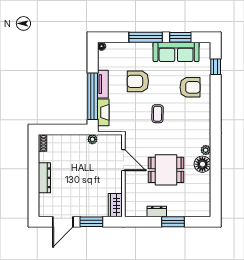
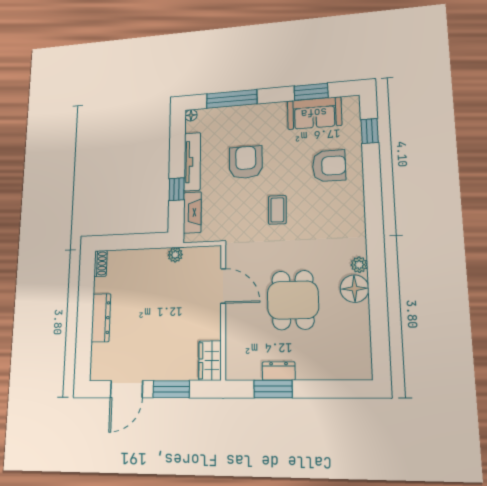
window: (146, 37) -> (232, 99), moved
sofa: (176, 52) -> (314, 113), width x0.73
armchair: (138, 81) -> (246, 162), turned 90
tv unit: (103, 84) -> (192, 162), width x1.41
window: (93, 96) -> (177, 189), width x0.32
dining table: (166, 170) -> (293, 300), turned 90
window: (173, 222) -> (273, 389), moved

